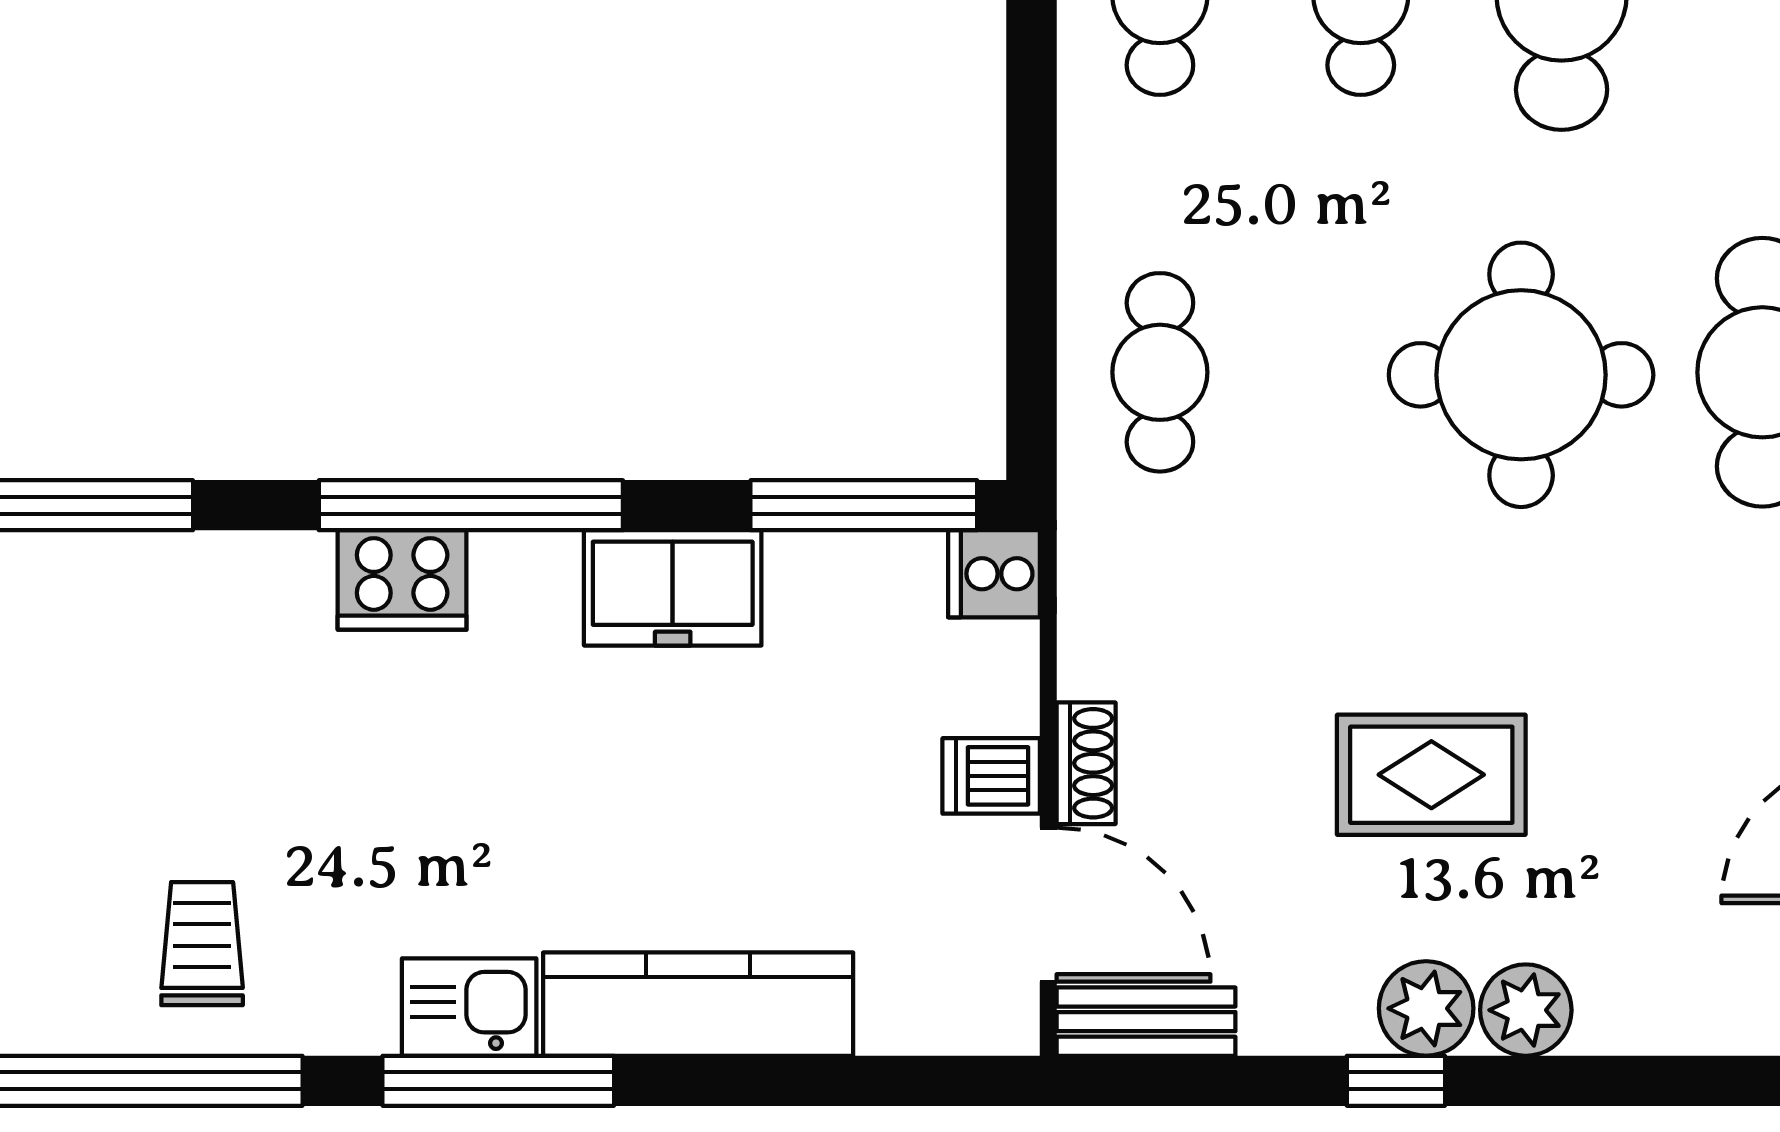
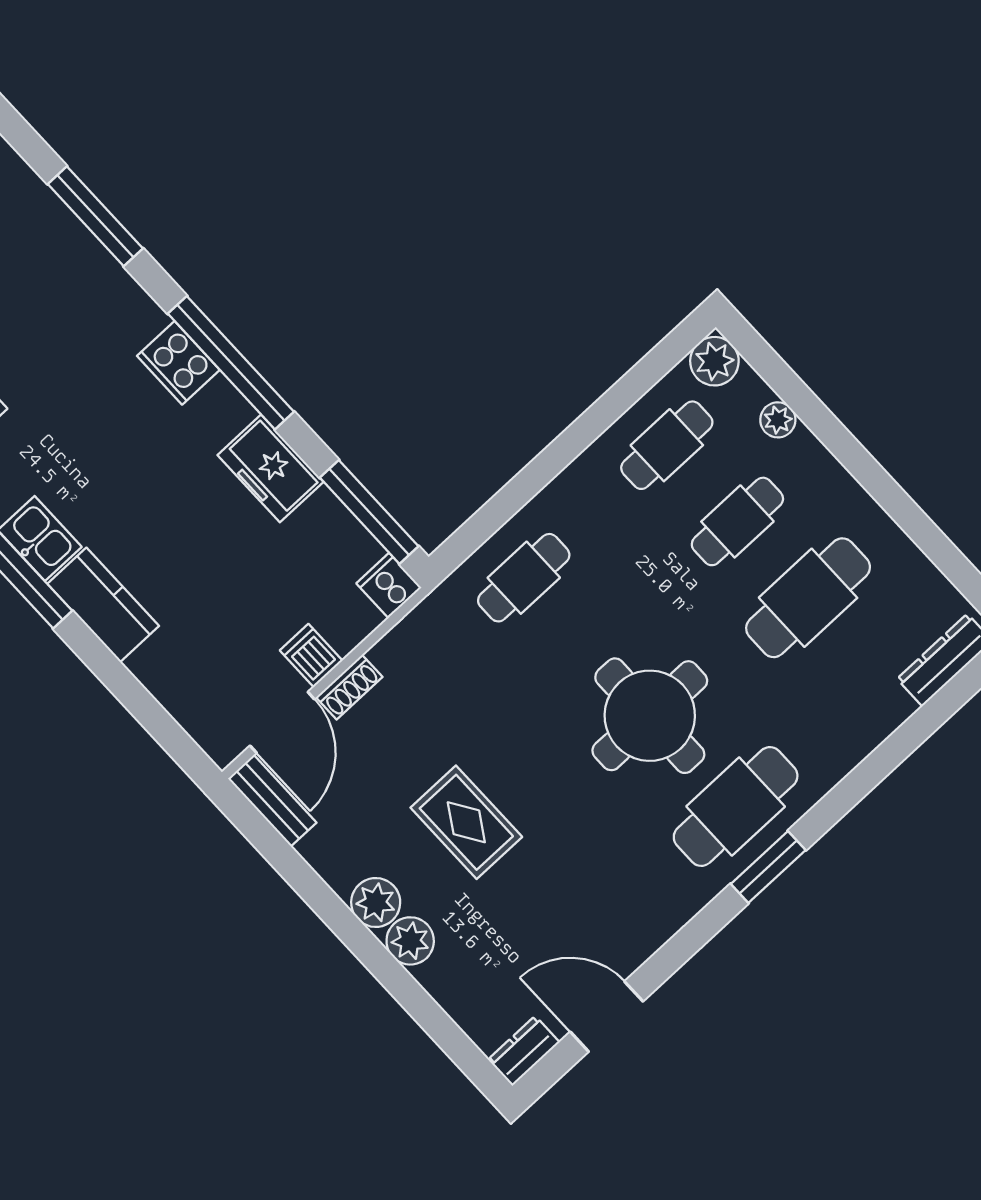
kitchen counter: (698, 1004) -> (103, 605), width x0.67
window: (1396, 1081) -> (338, 917), removed

